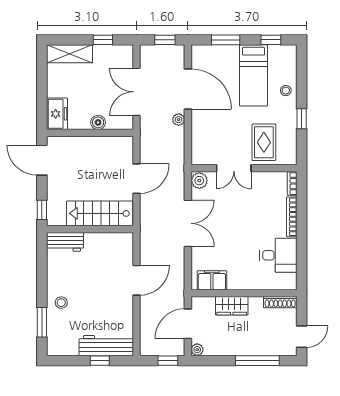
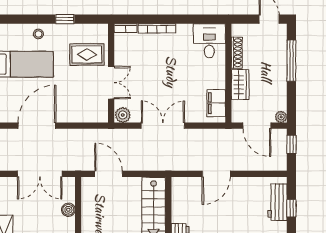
plant: (179, 120) -> (66, 134), removed
door: (137, 179) -> (108, 174), moved
desk: (278, 255) -> (209, 41), moved
door: (137, 280) -> (216, 174), swing flipped
shoe rack: (280, 302) -> (237, 53), moved
workbench: (106, 346) -> (277, 202), width x0.73

